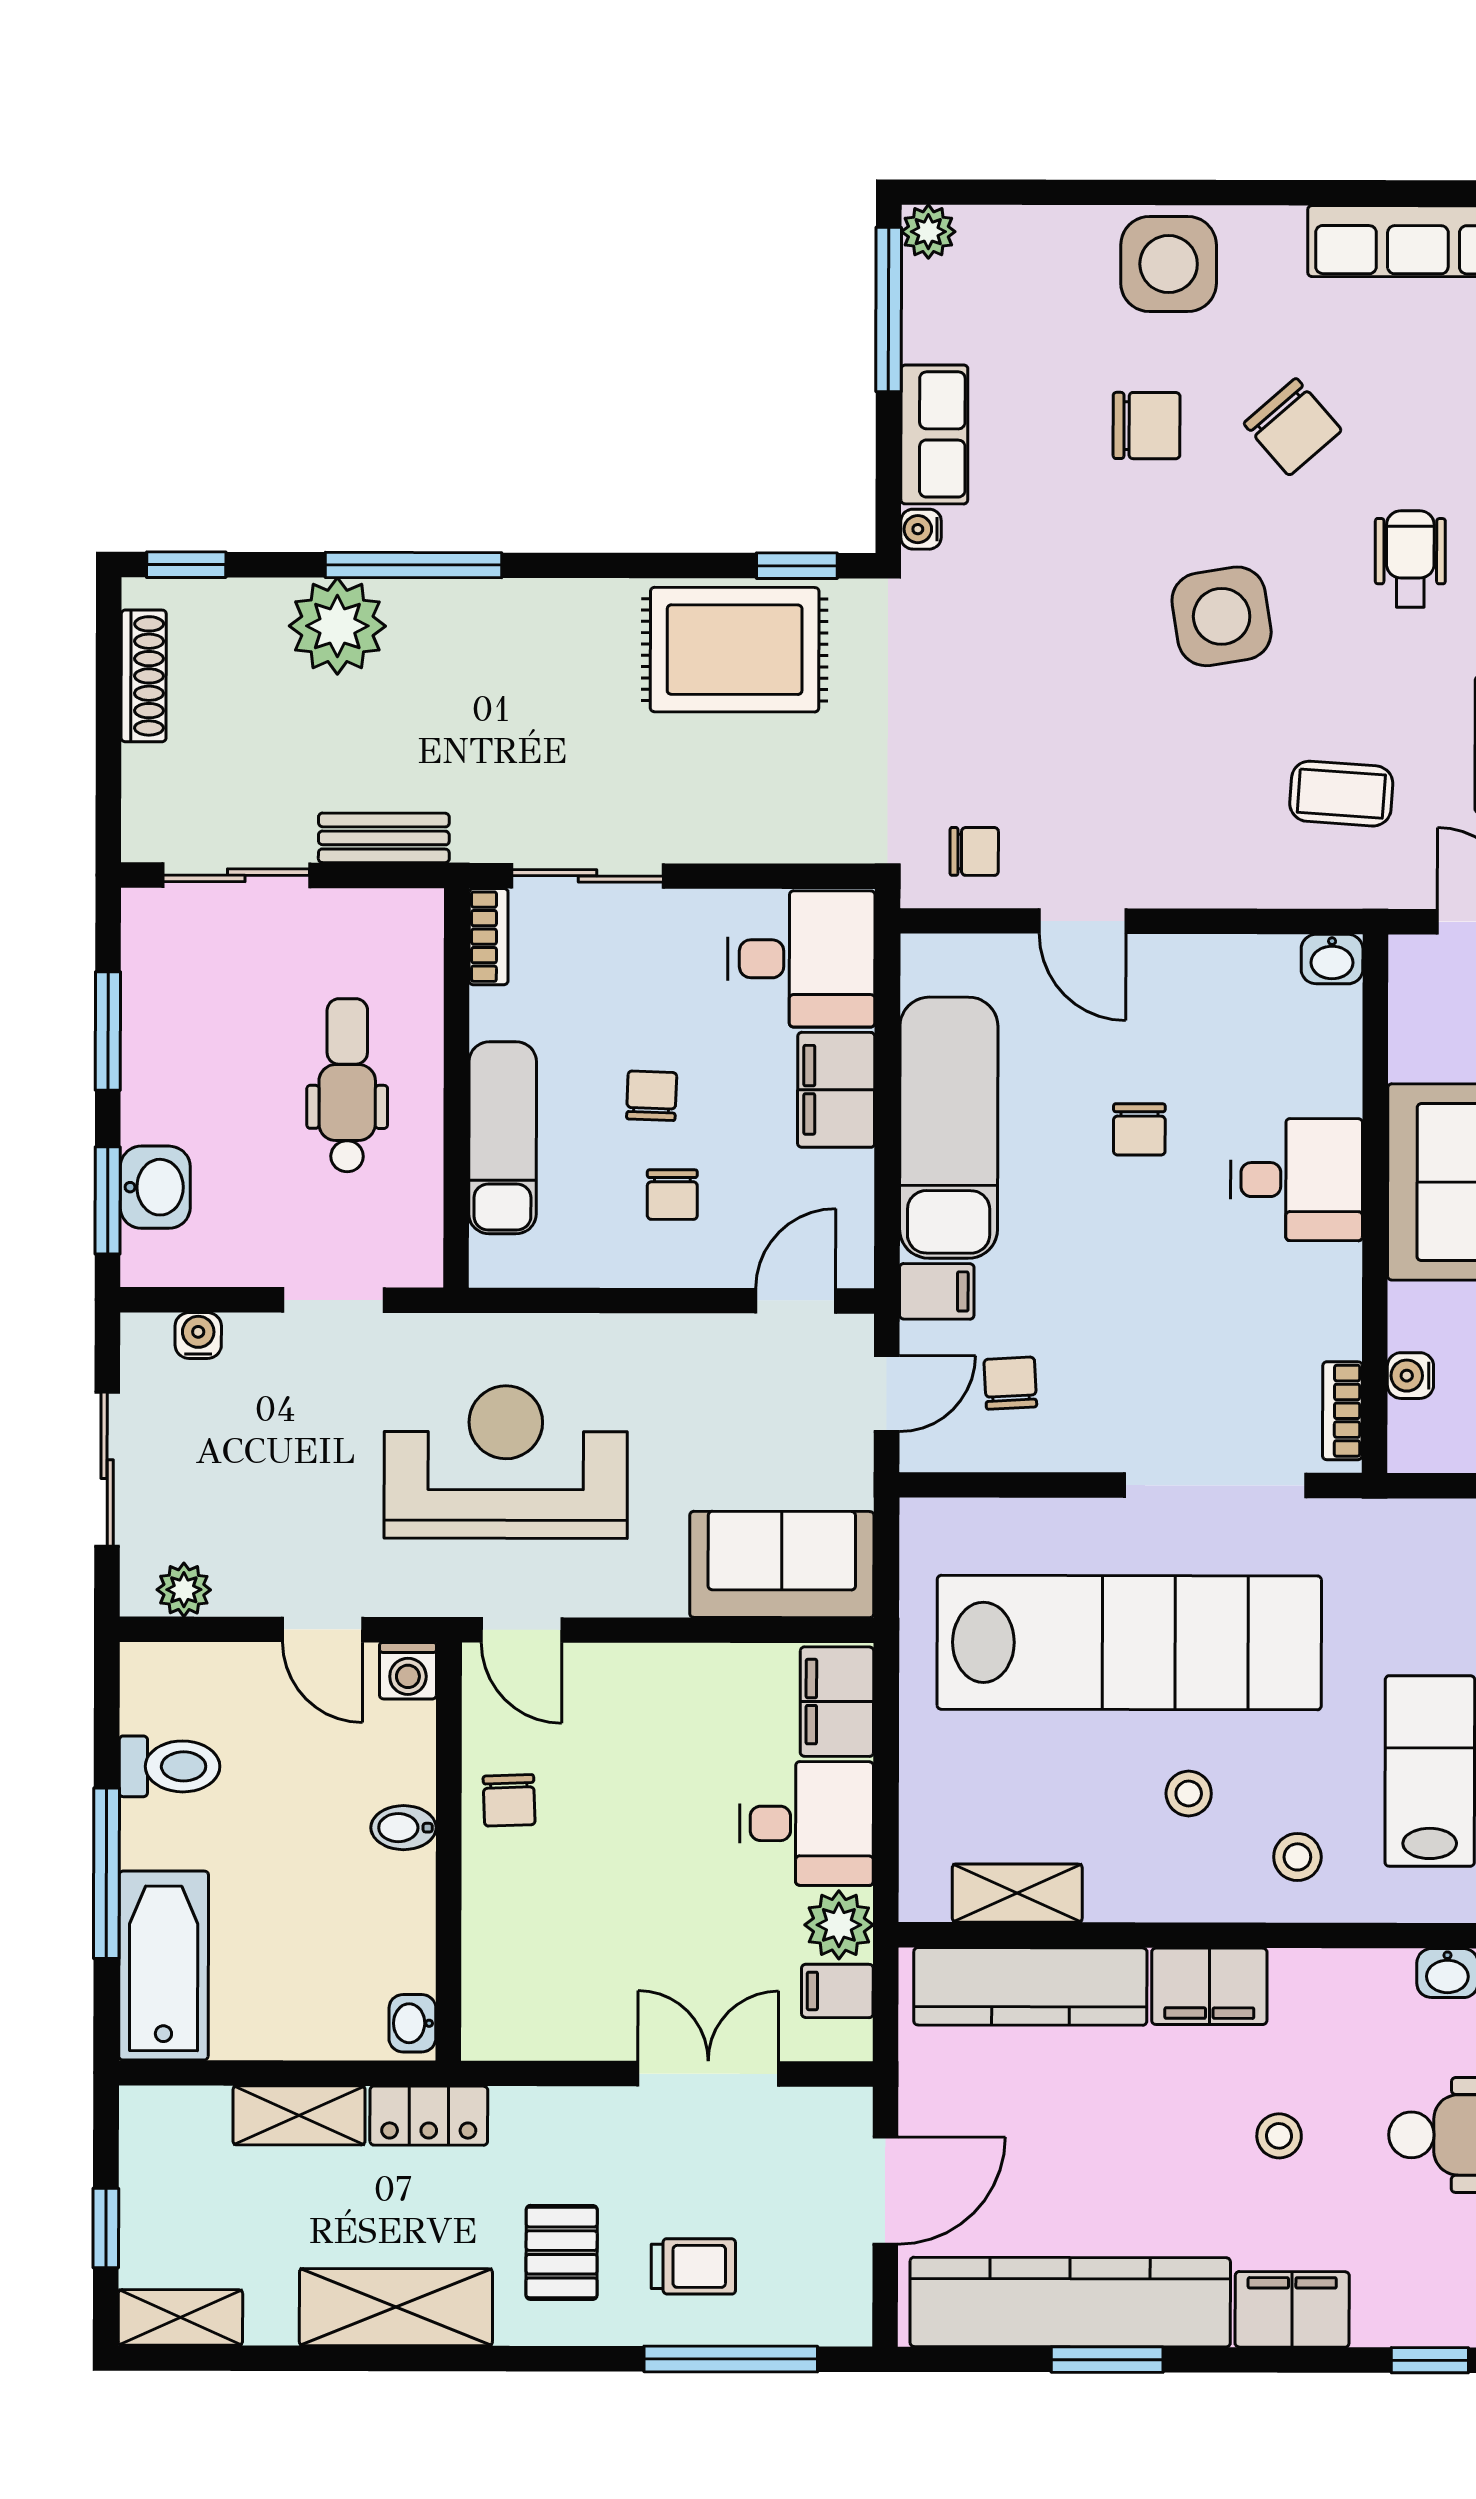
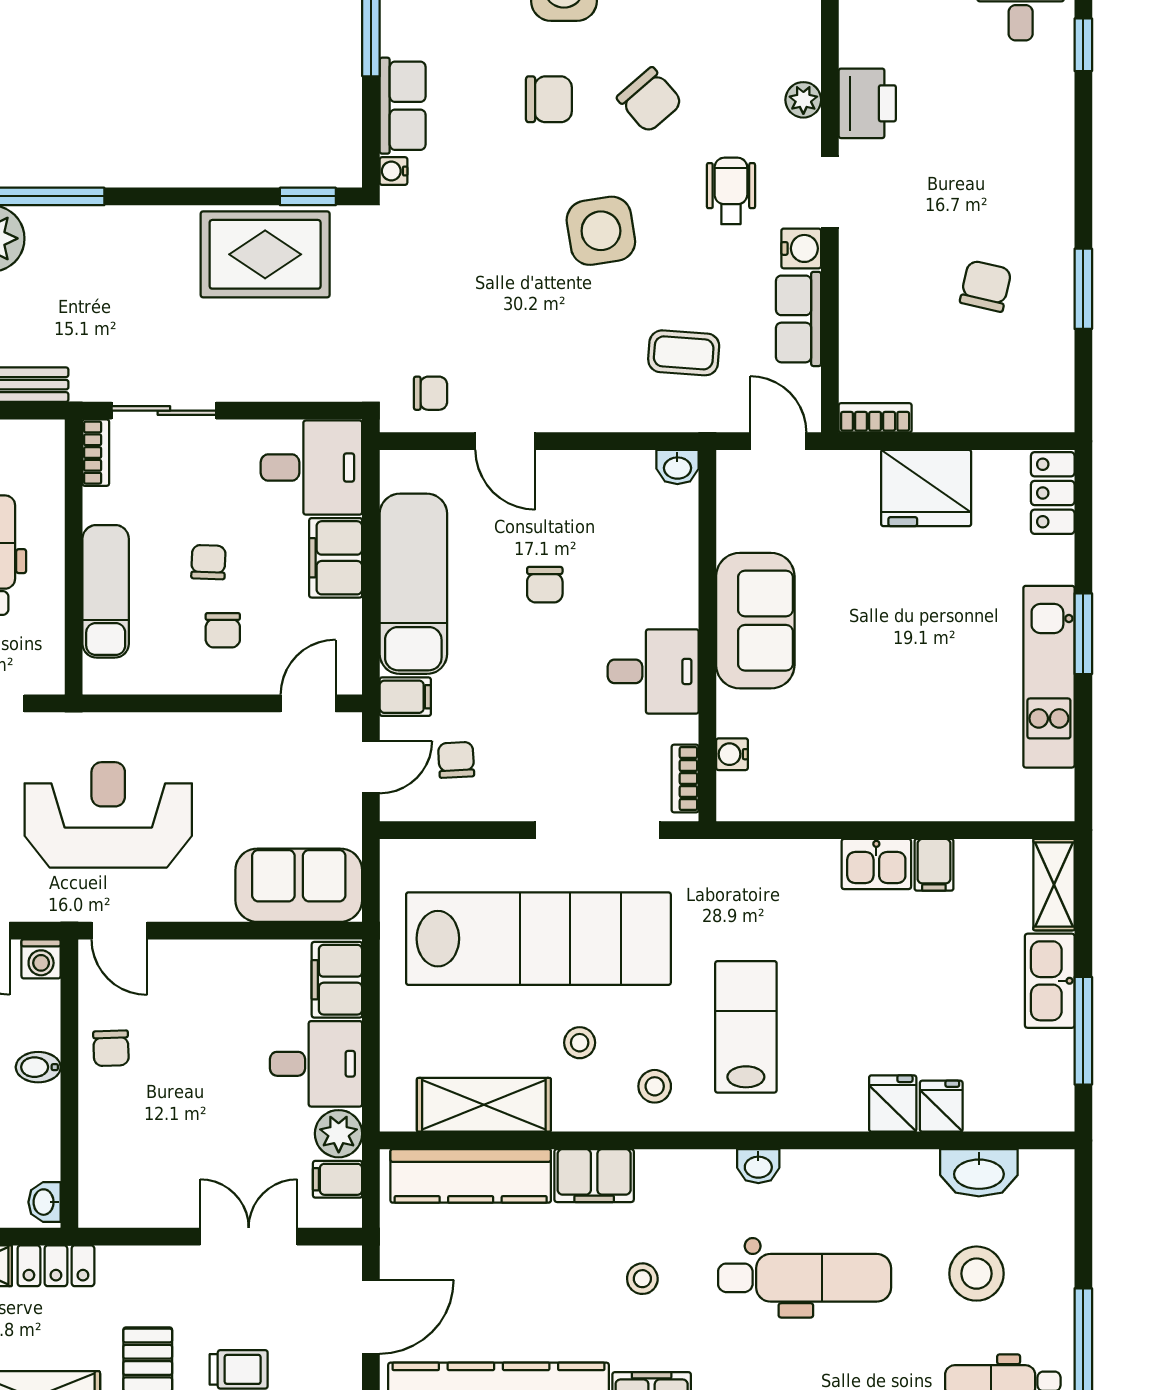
desk: (1296, 1180) -> (653, 671), moved
shelving: (1017, 1893) -> (484, 1105), width x1.50, depth x1.33

